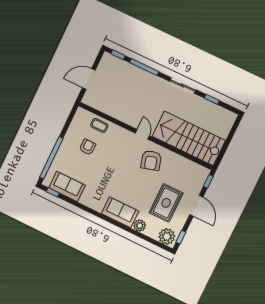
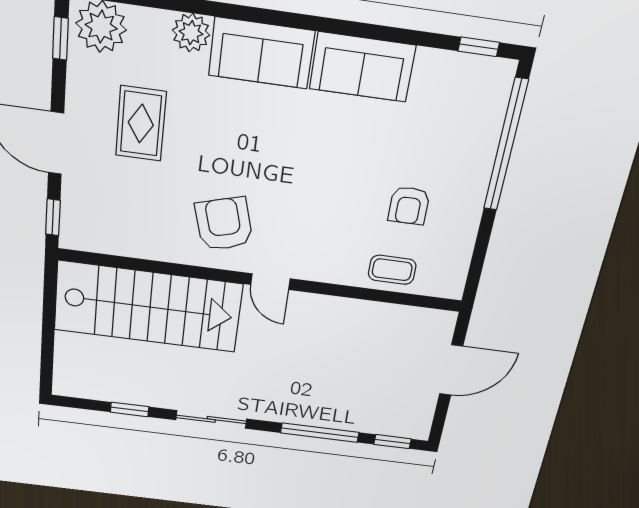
sofa: (67, 187) -> (362, 67), moved
rug: (166, 203) -> (141, 124), width x0.73, depth x0.70

